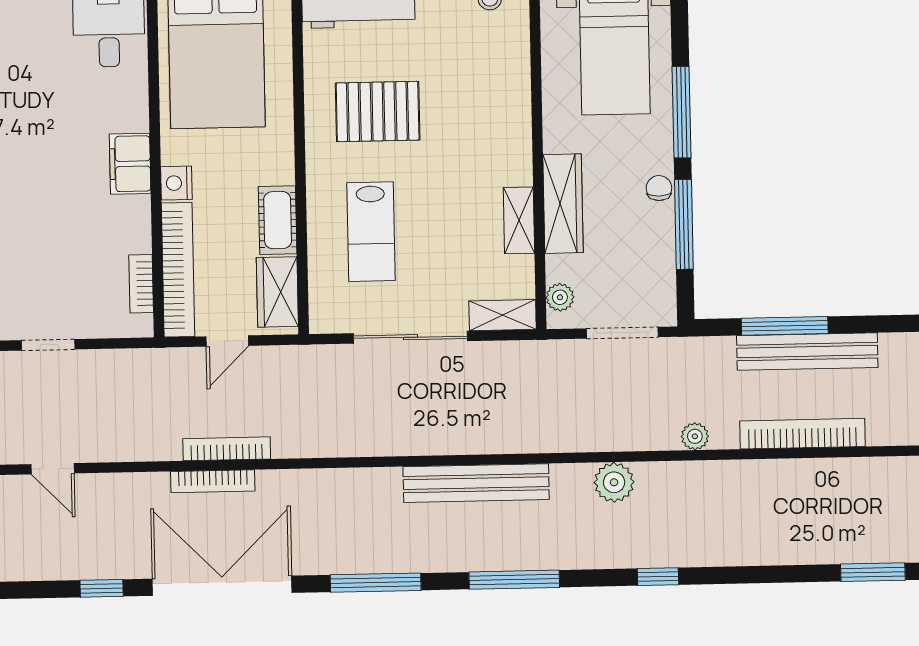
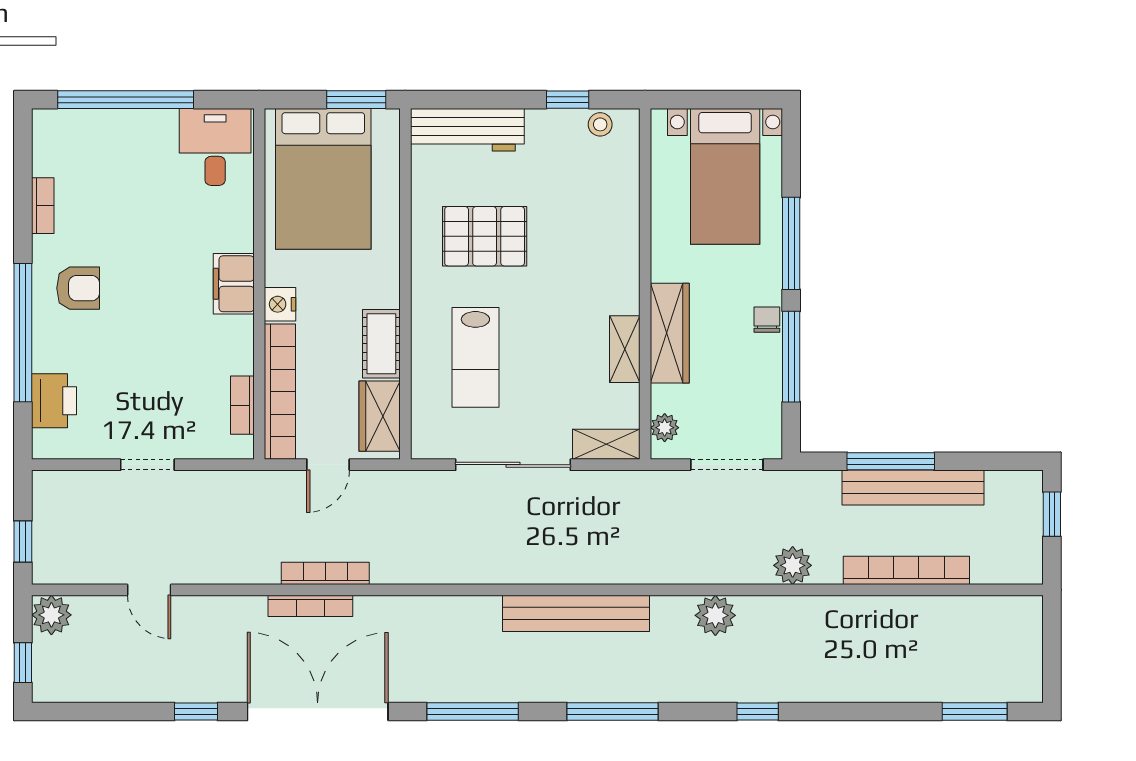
plant: (695, 436) -> (793, 565), width x1.38, depth x1.38

